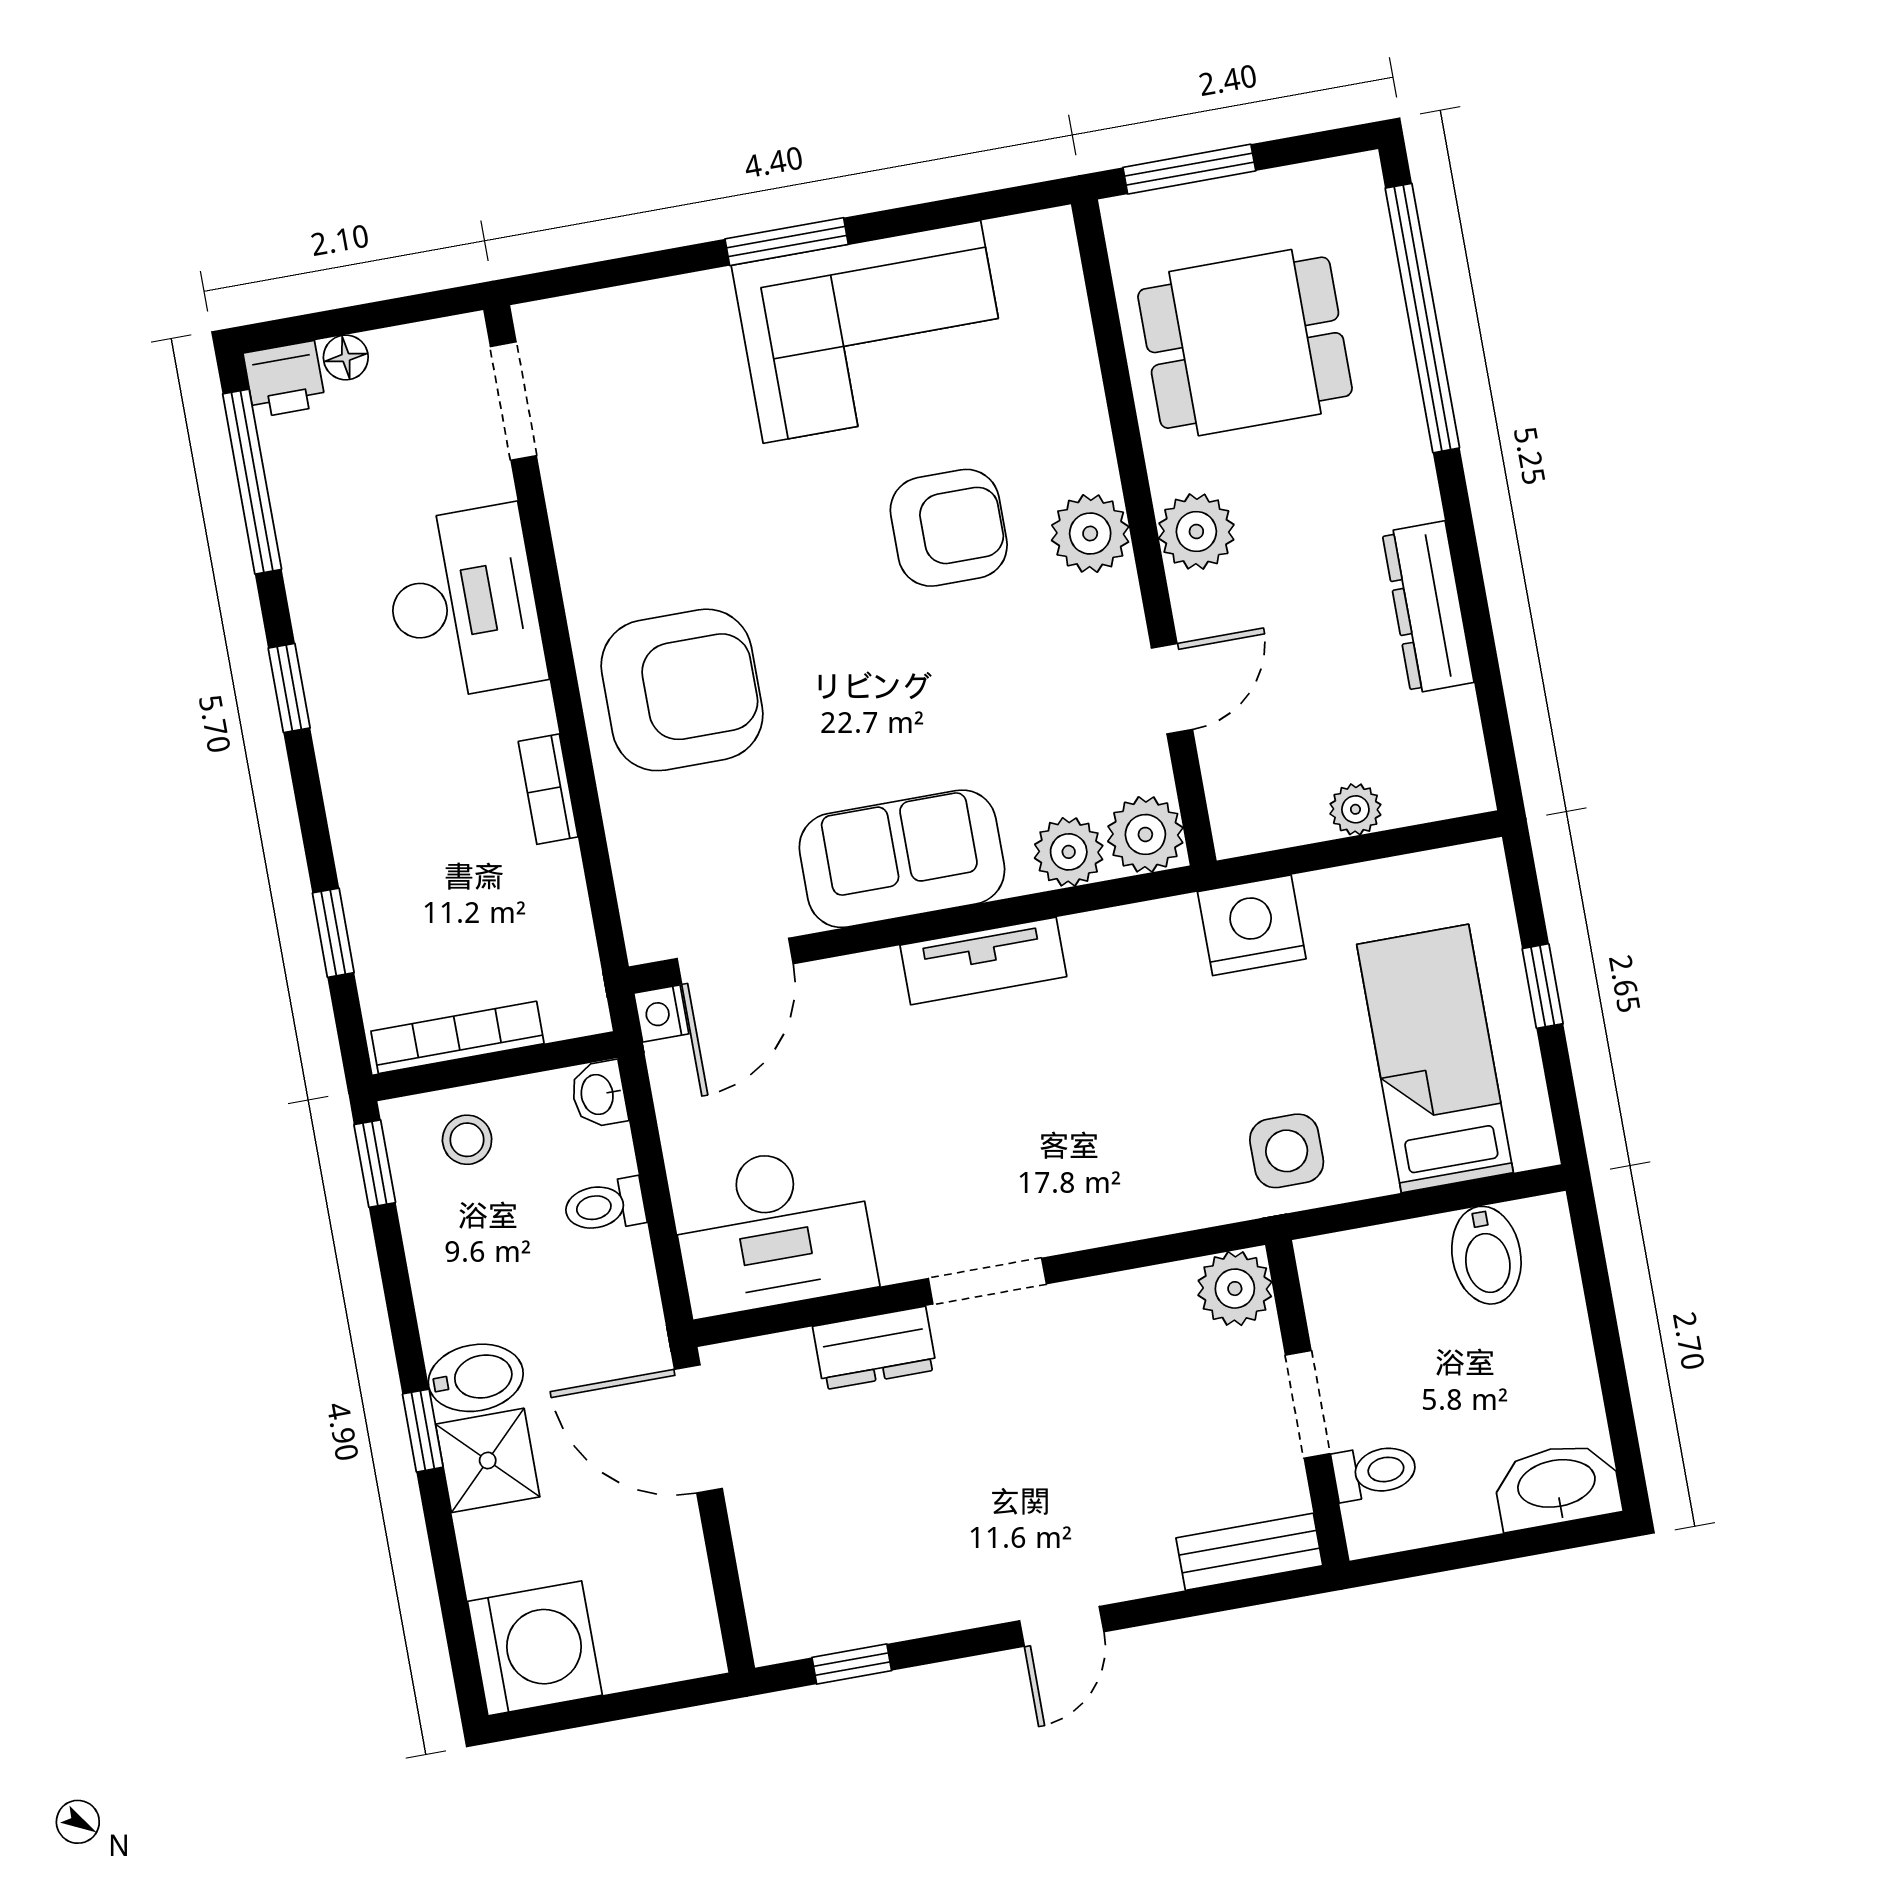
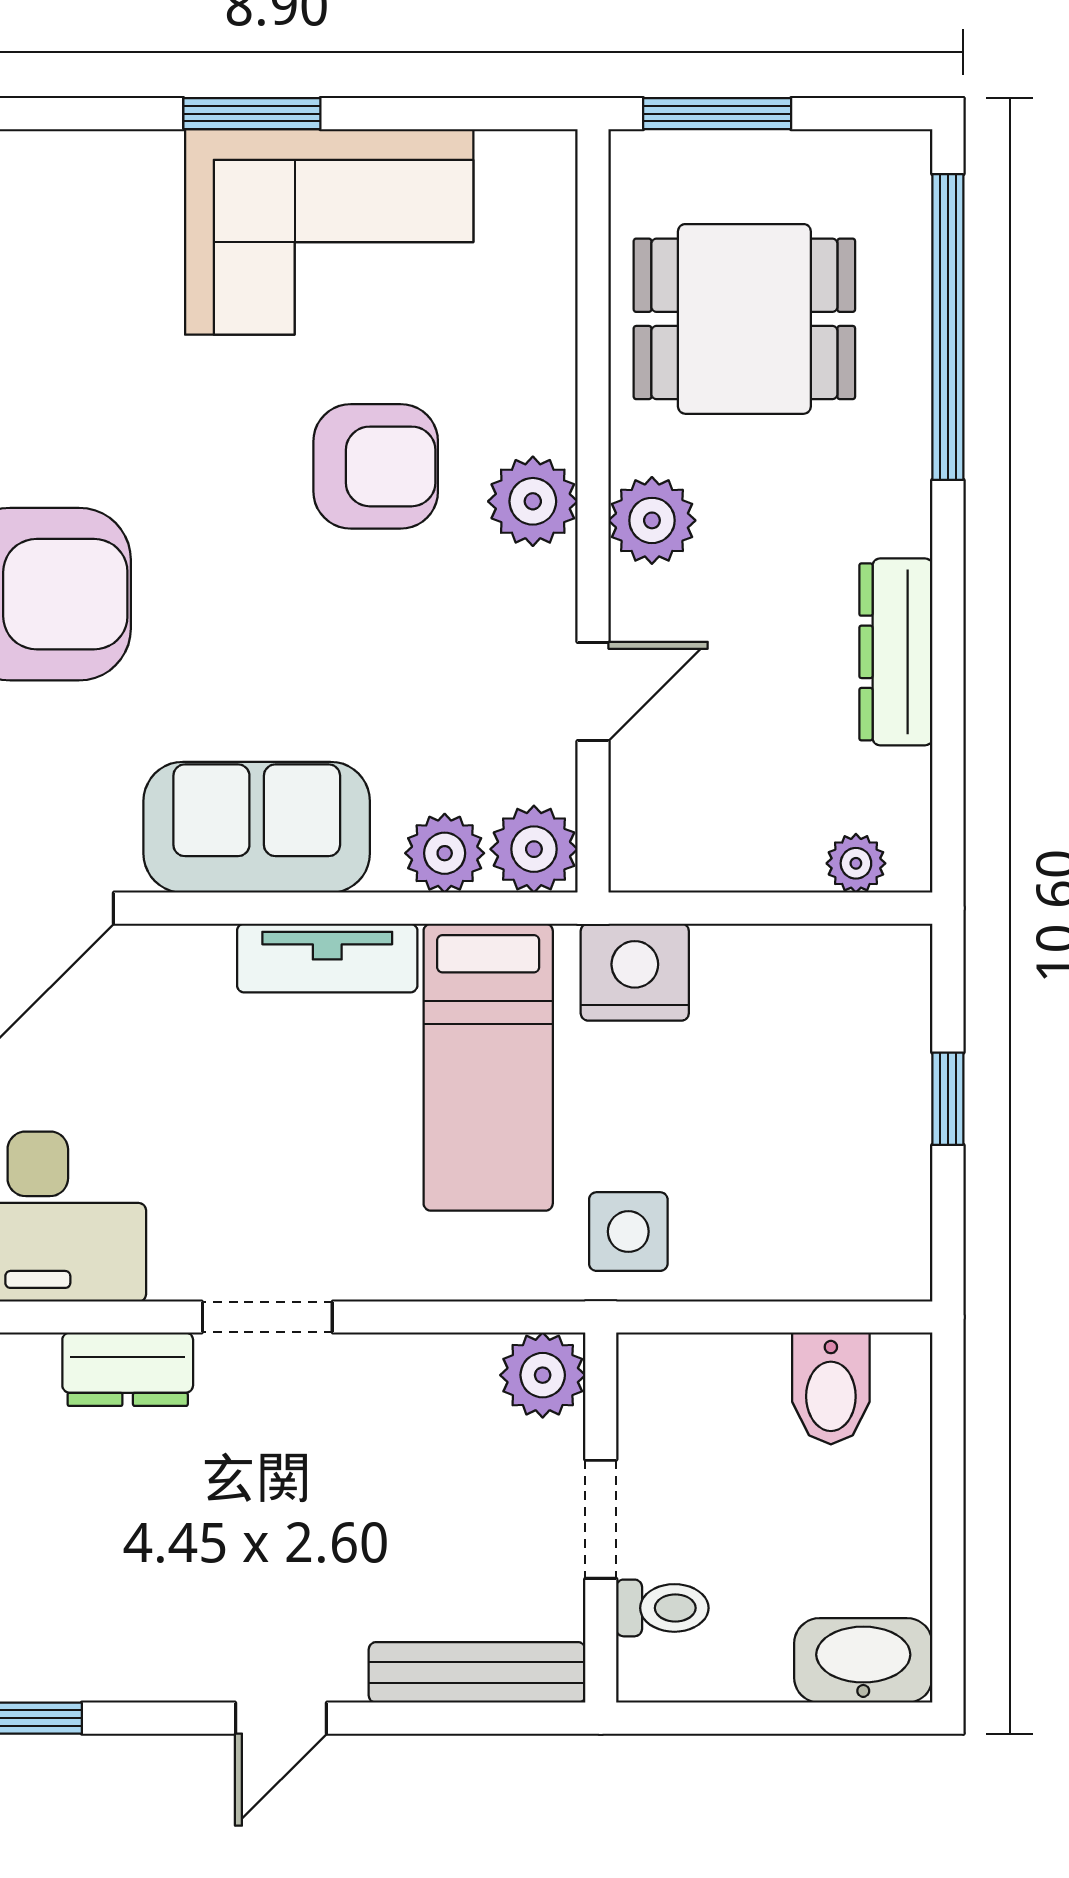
plant: (1355, 809) -> (856, 863), moved
bed: (1435, 1058) -> (488, 1067), moved, turned 180
bench: (1249, 1552) -> (477, 1672), width x1.36

